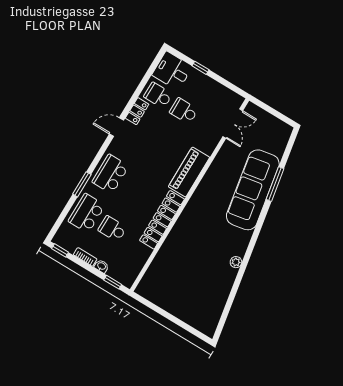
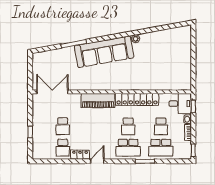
desk: (172, 71) -> (180, 104), moved, turned -90
double door: (233, 124) -> (52, 92), width x1.37
door: (116, 127) -> (97, 161), swing flipped
school desk: (136, 190) -> (128, 126), added
sofa: (253, 190) -> (104, 52), moved

